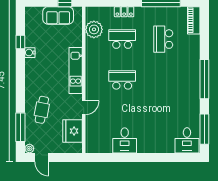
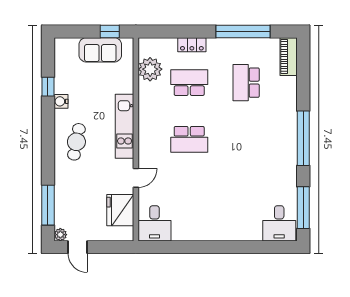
school desk: (122, 80) -> (189, 139), turned 180
cafe table: (42, 110) -> (76, 142), moved
desk: (125, 140) -> (155, 223), moved

